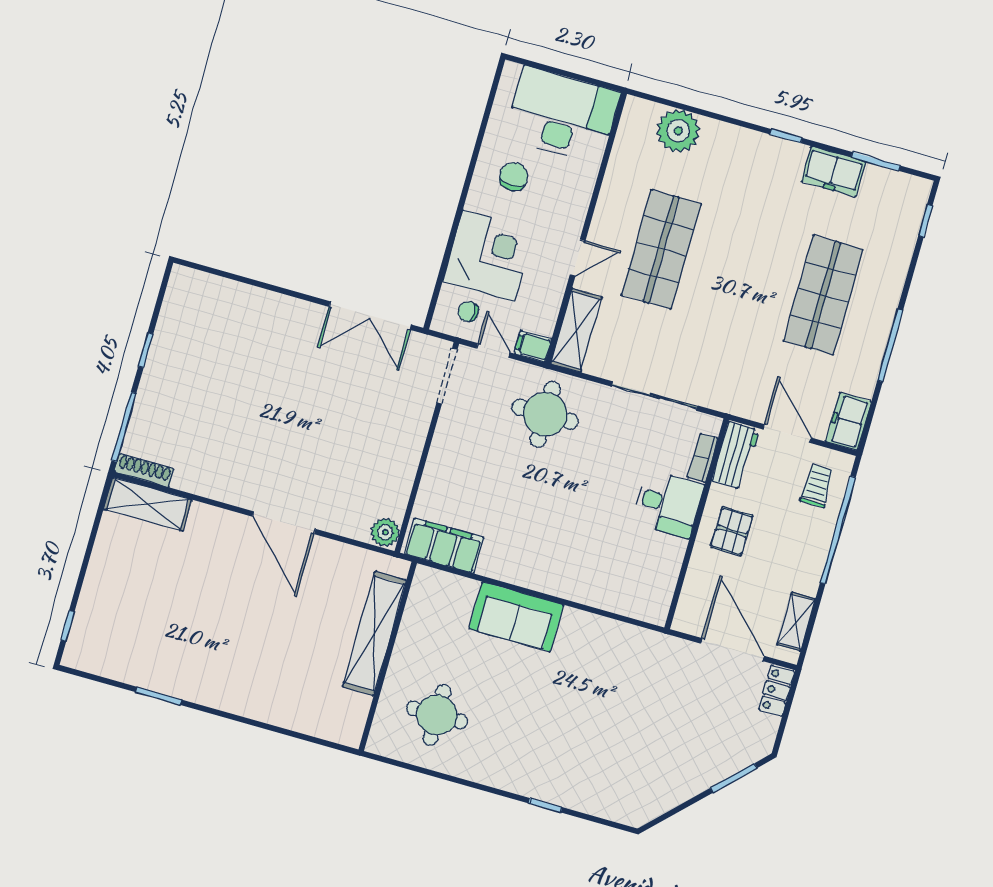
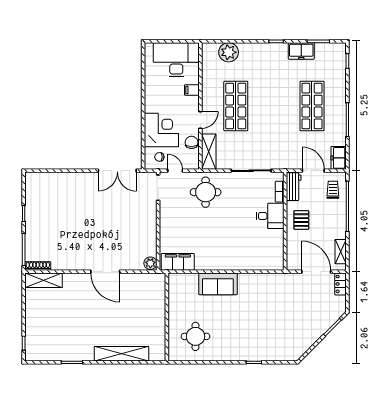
chair: (514, 177) -> (192, 142), moved
filing cabinet: (533, 346) -> (192, 90), moved
shelving: (374, 633) -> (122, 354), moved, turned 90

